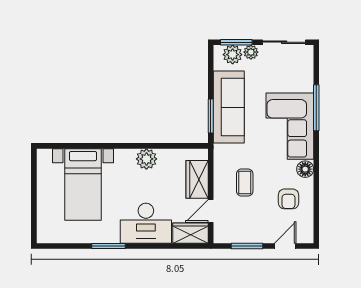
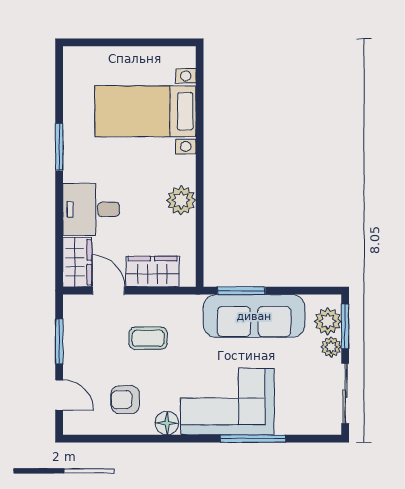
desk: (146, 223) -> (91, 209), width x0.73

